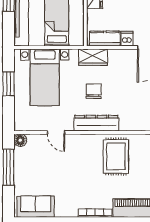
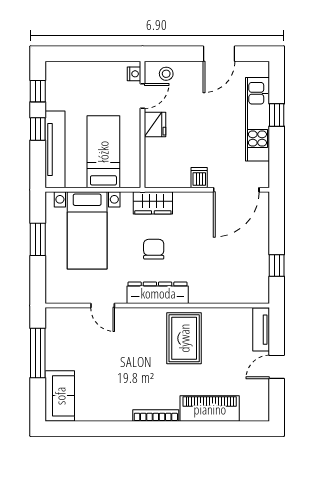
kitchen counter: (105, 39) -> (169, 178), removed
floor lamp: (20, 140) -> (54, 316), removed
sofa: (36, 207) -> (60, 396), moved, turned 90

